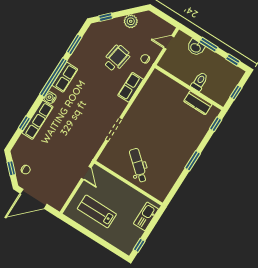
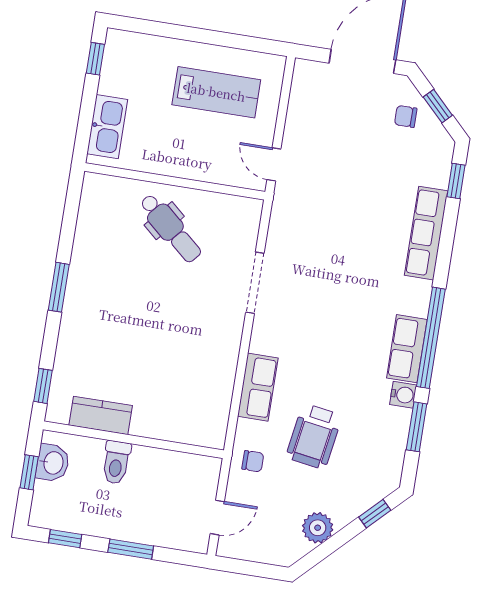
washbasin: (196, 48) -> (53, 463), moved, turned 90
water cooler: (50, 98) -> (403, 395), moved
window: (24, 123) -> (456, 181), moved

